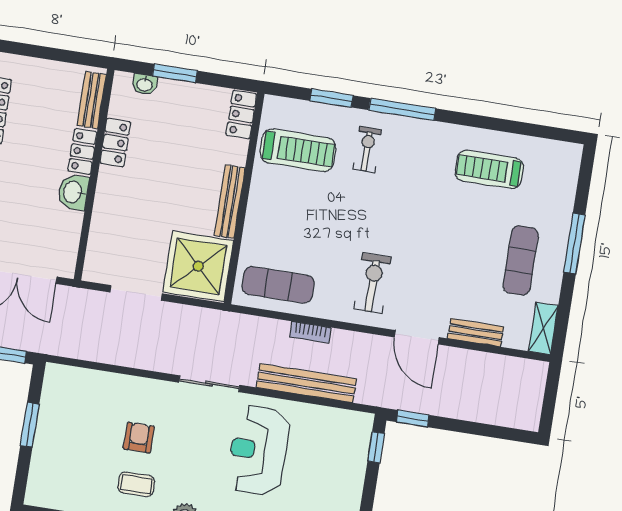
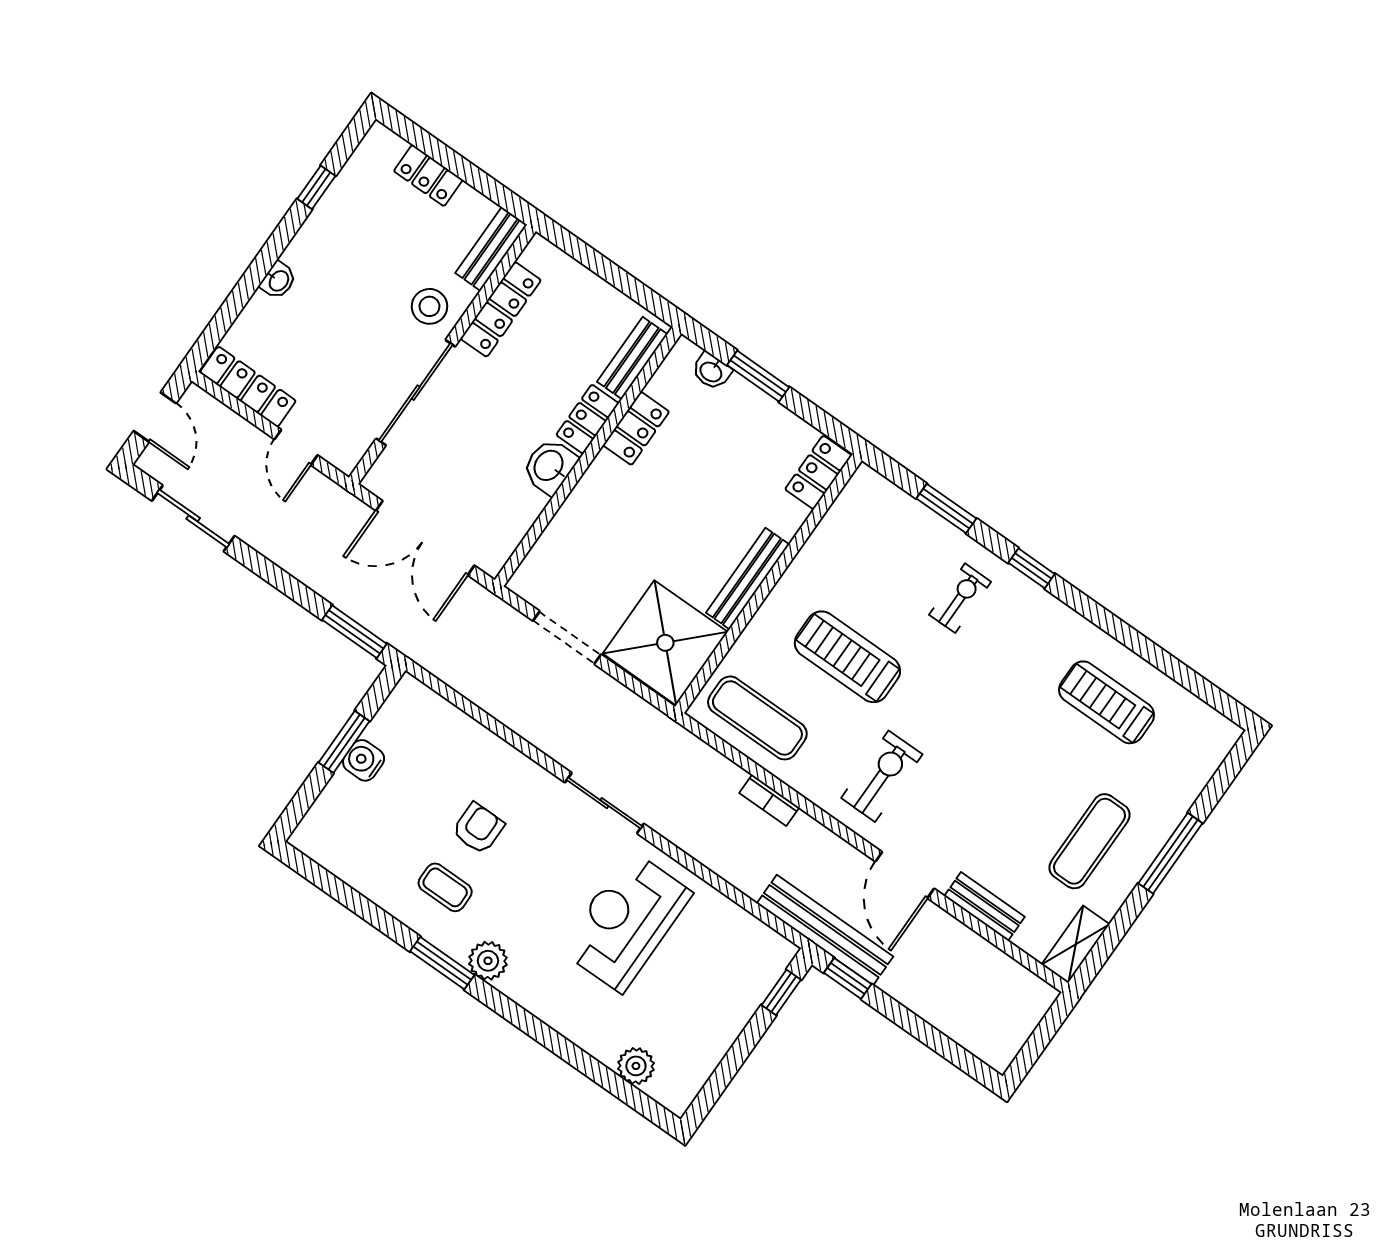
window: (402, 109) -> (1032, 568), width x0.46
treadmill: (298, 150) -> (847, 657), moved, turned 180
bench: (306, 383) -> (825, 930), moved
water cooler: (47, 430) -> (364, 760), added

